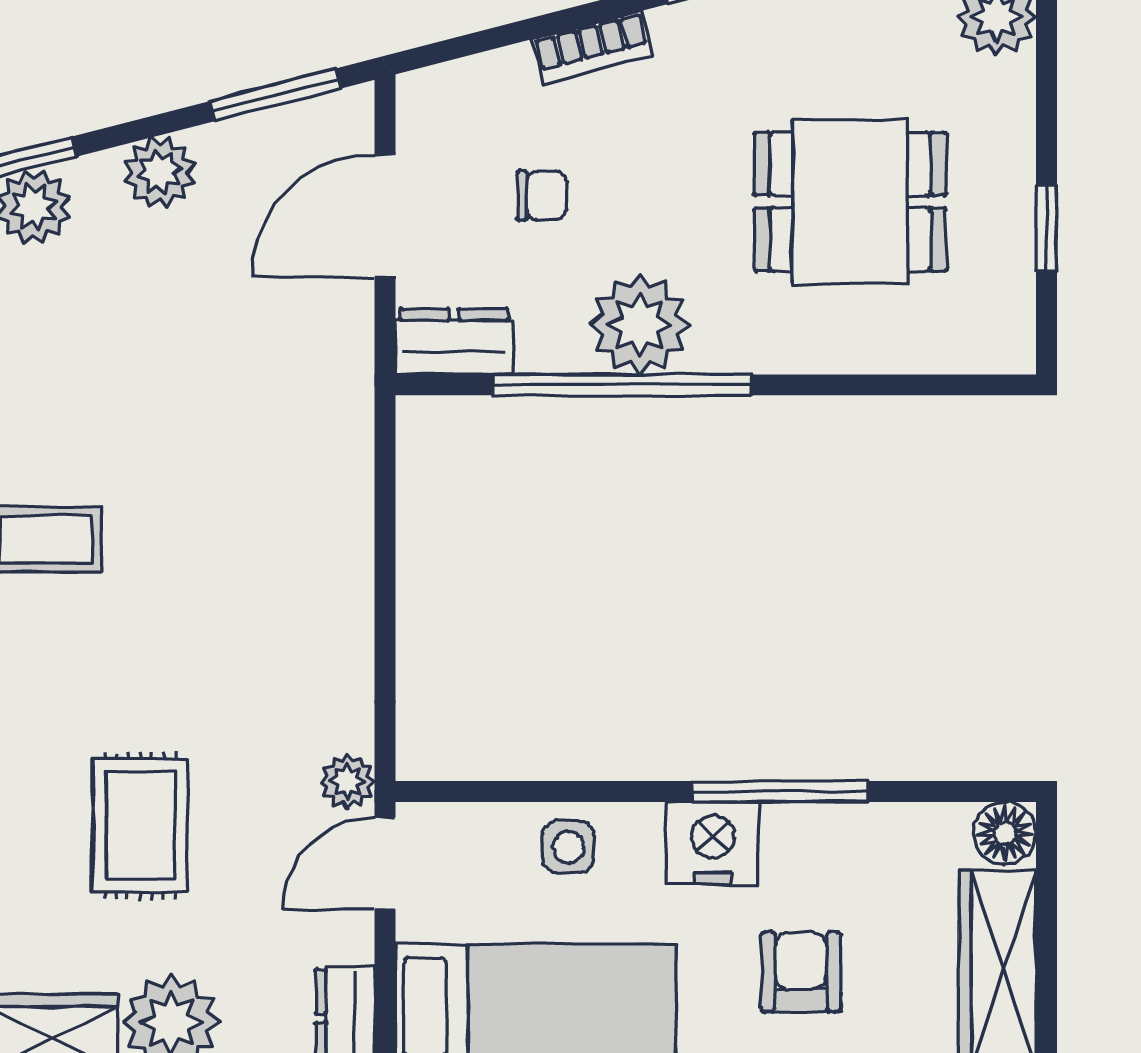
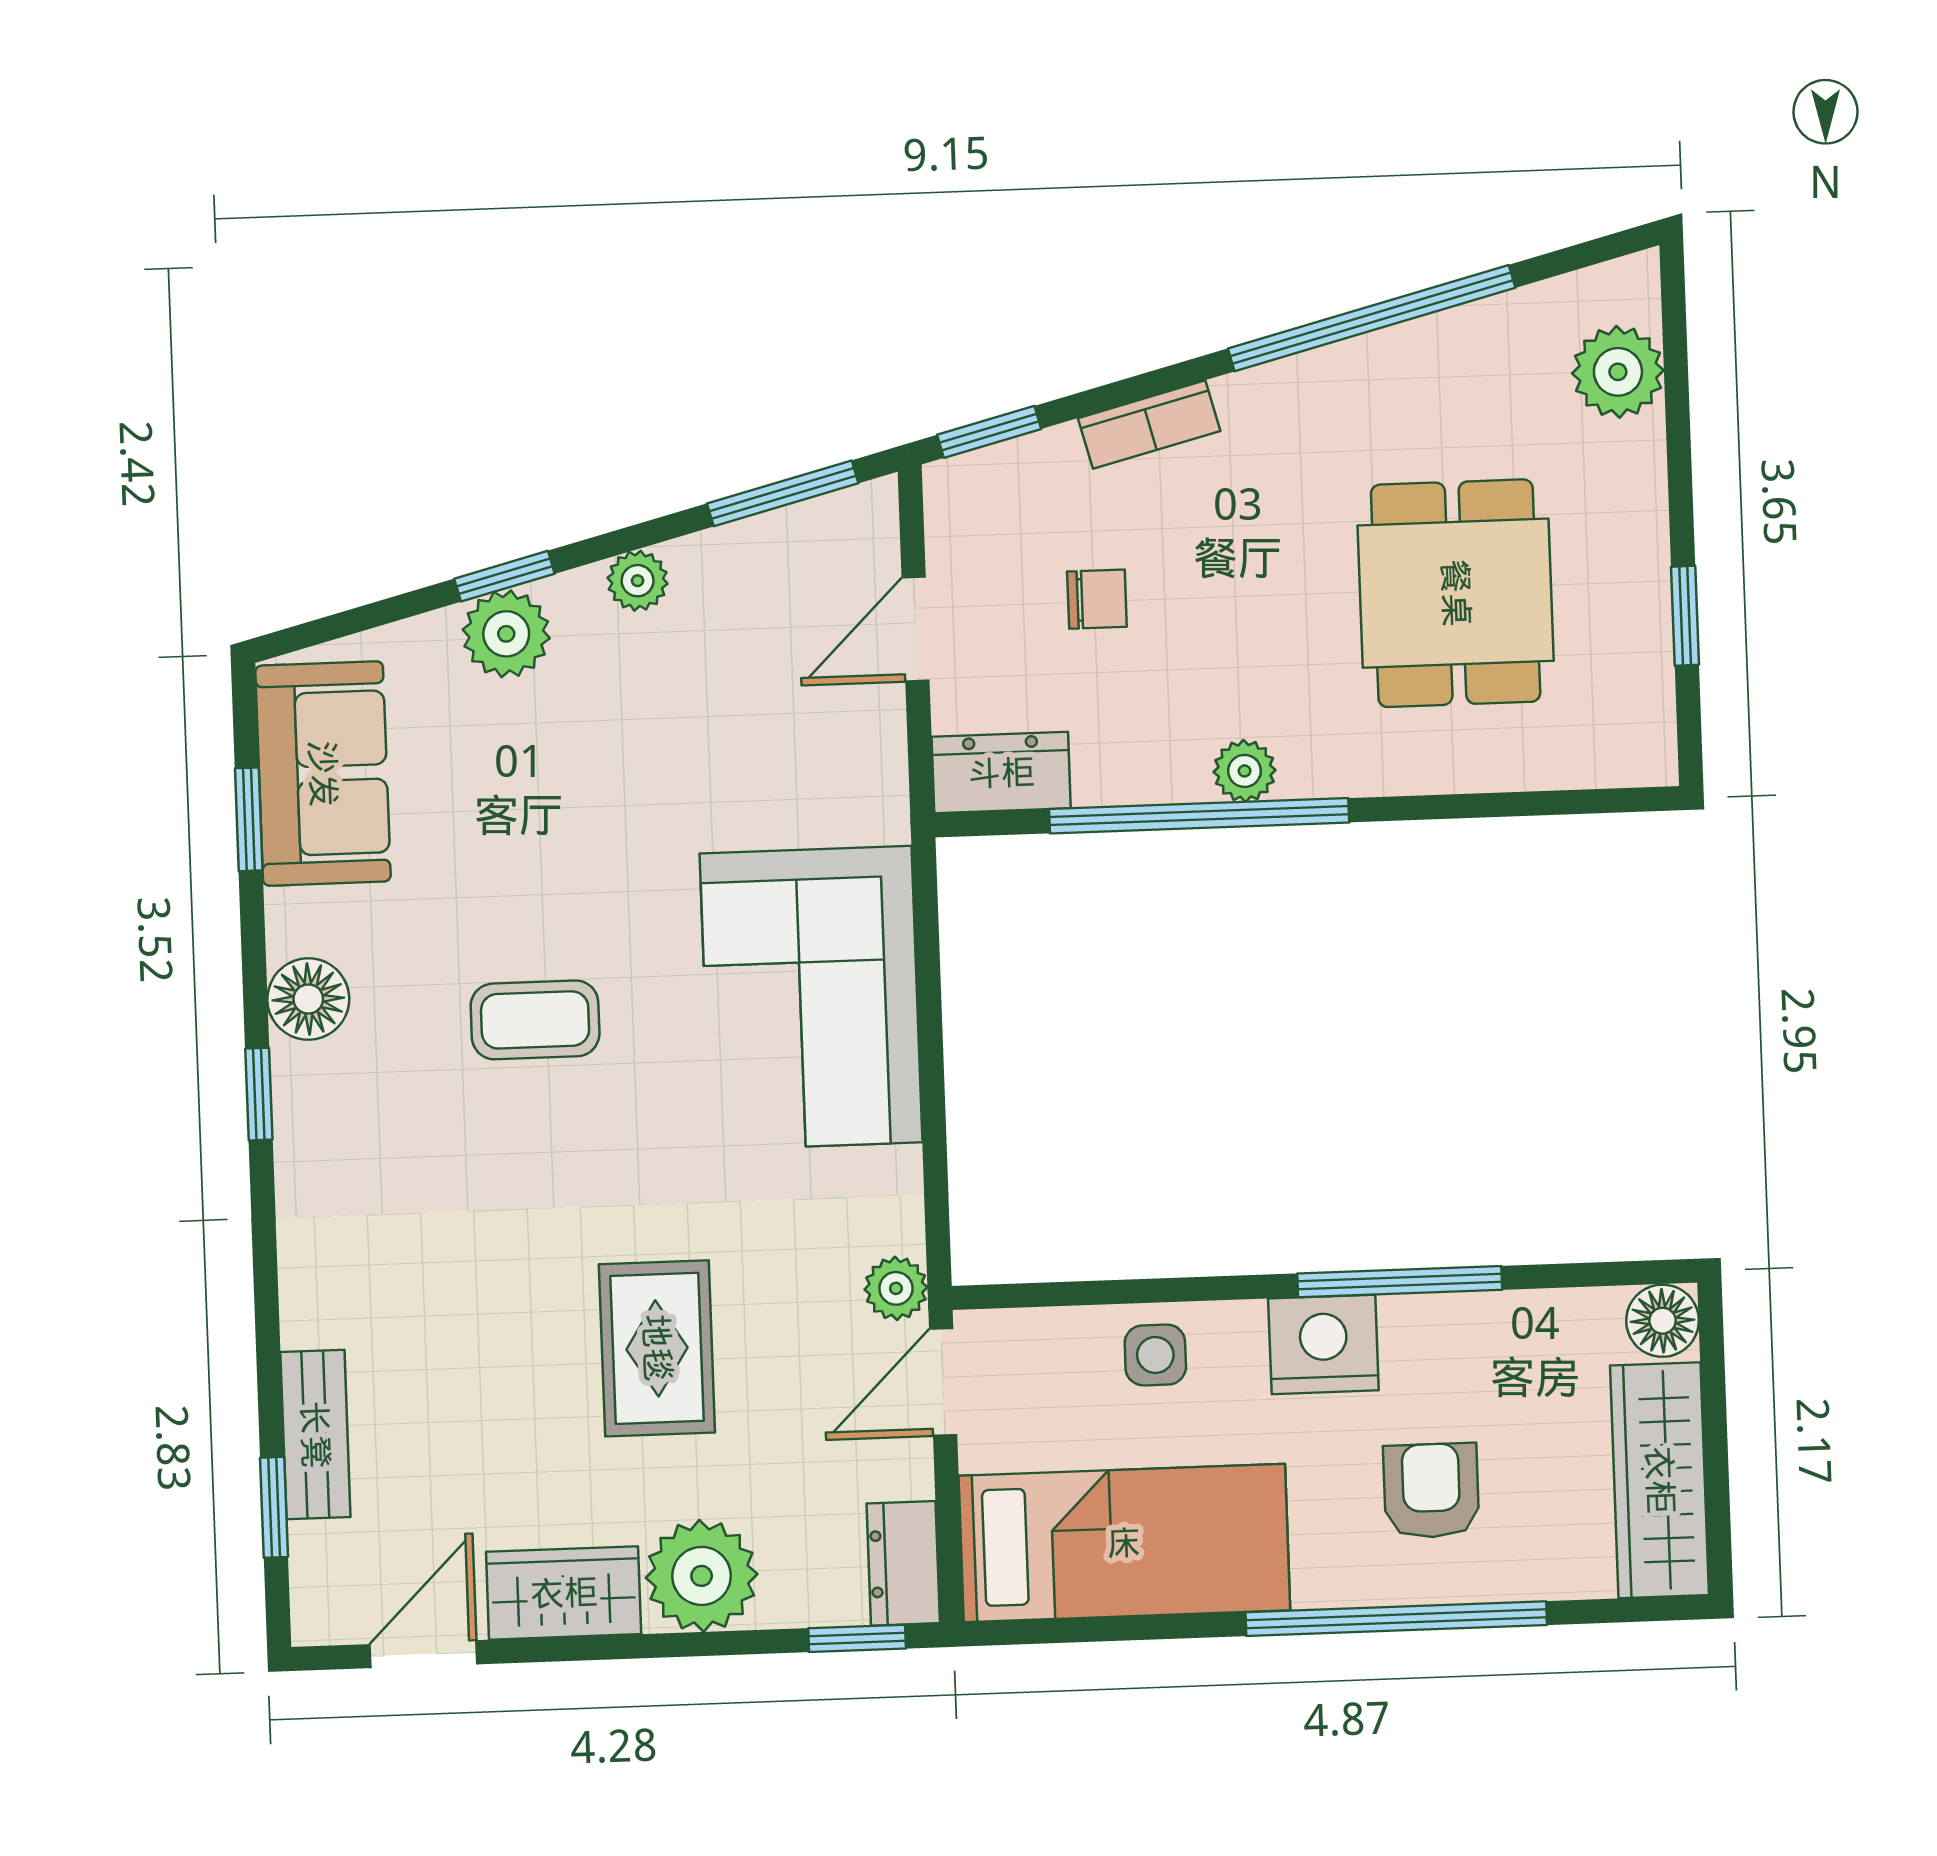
window: (454, 49) -> (989, 432), added
plant: (160, 172) -> (638, 581), width x0.73, depth x0.73
dining table: (850, 202) -> (1456, 593), turned 90
door: (385, 216) -> (916, 629), width x0.73
plant: (640, 324) -> (1245, 771), width x0.53, depth x0.53
corner sofa: (284, 529) -> (811, 998), added

